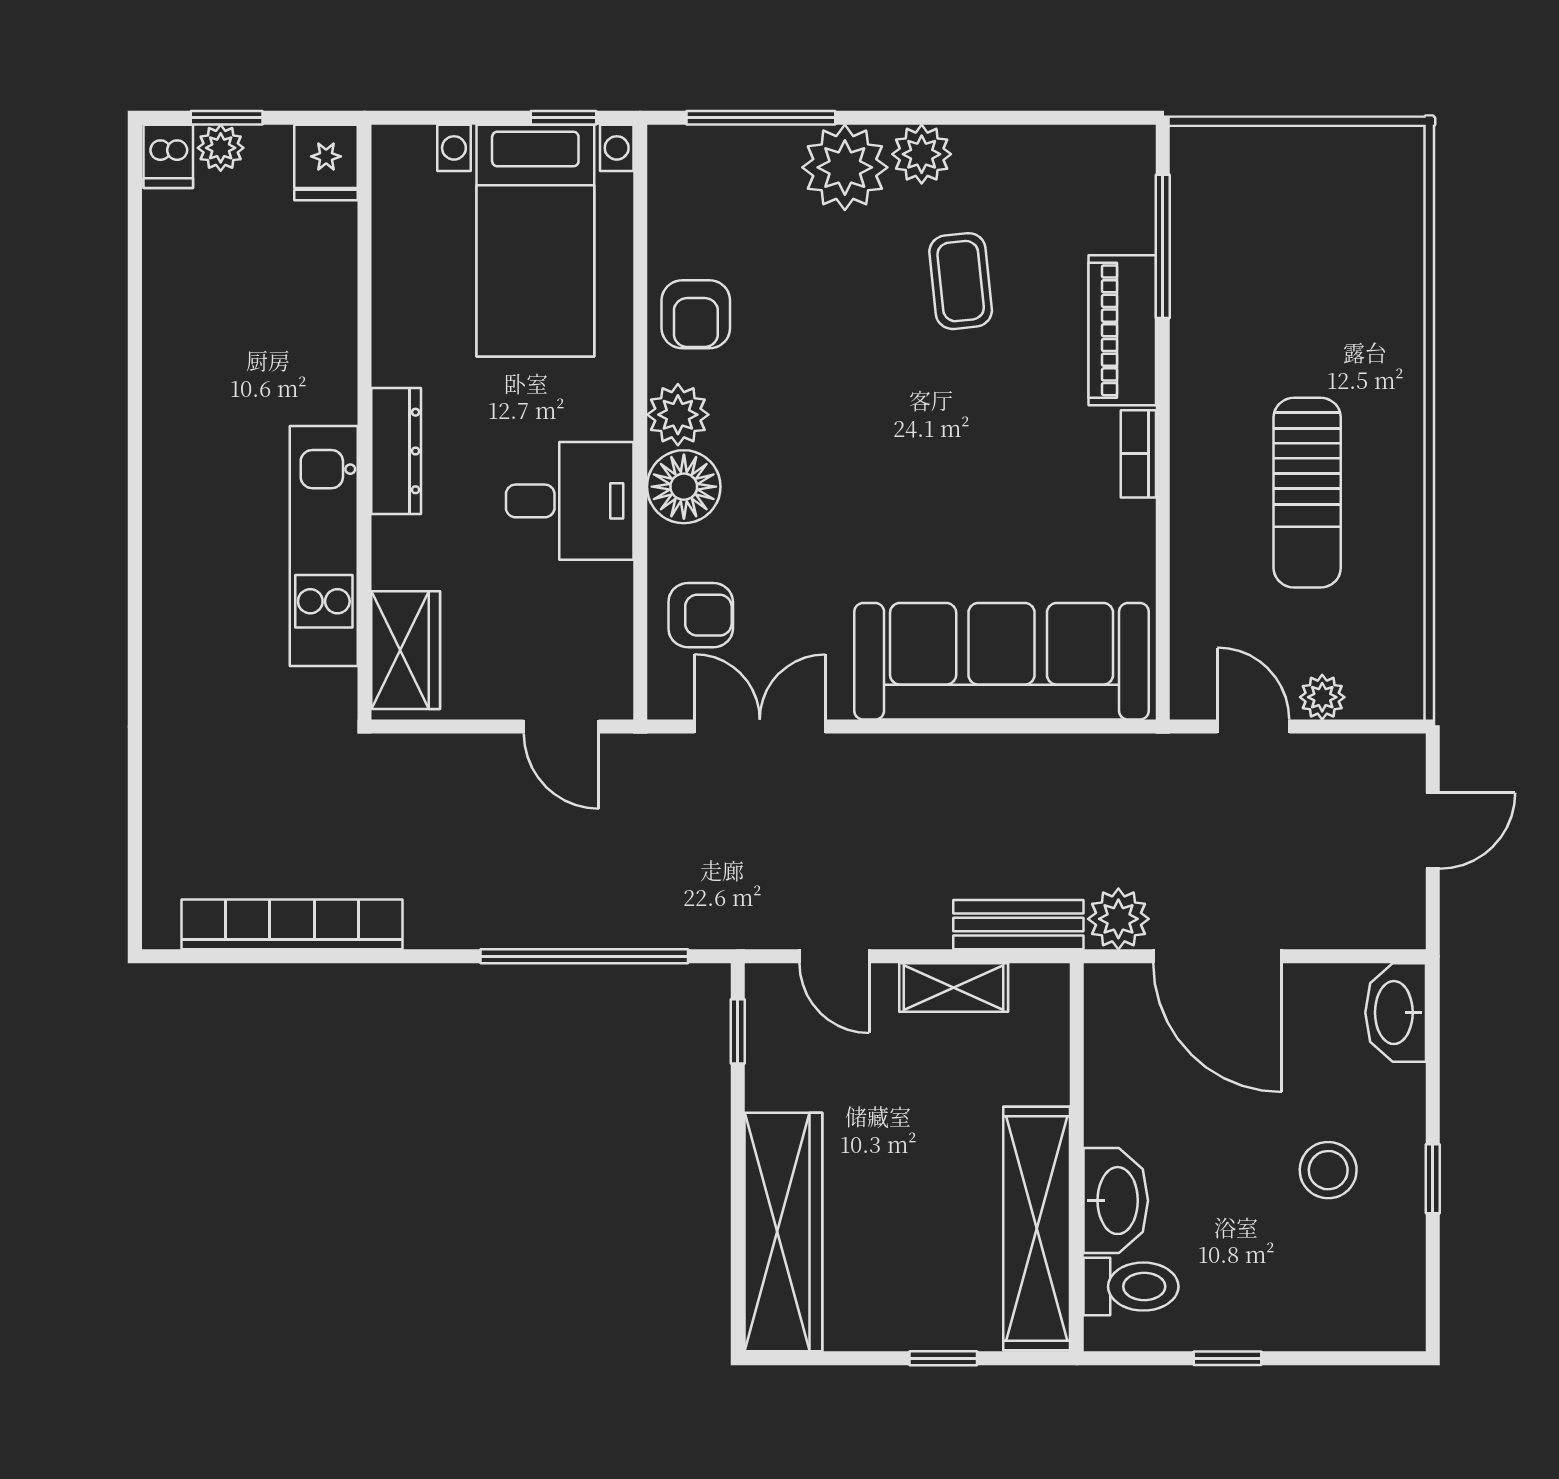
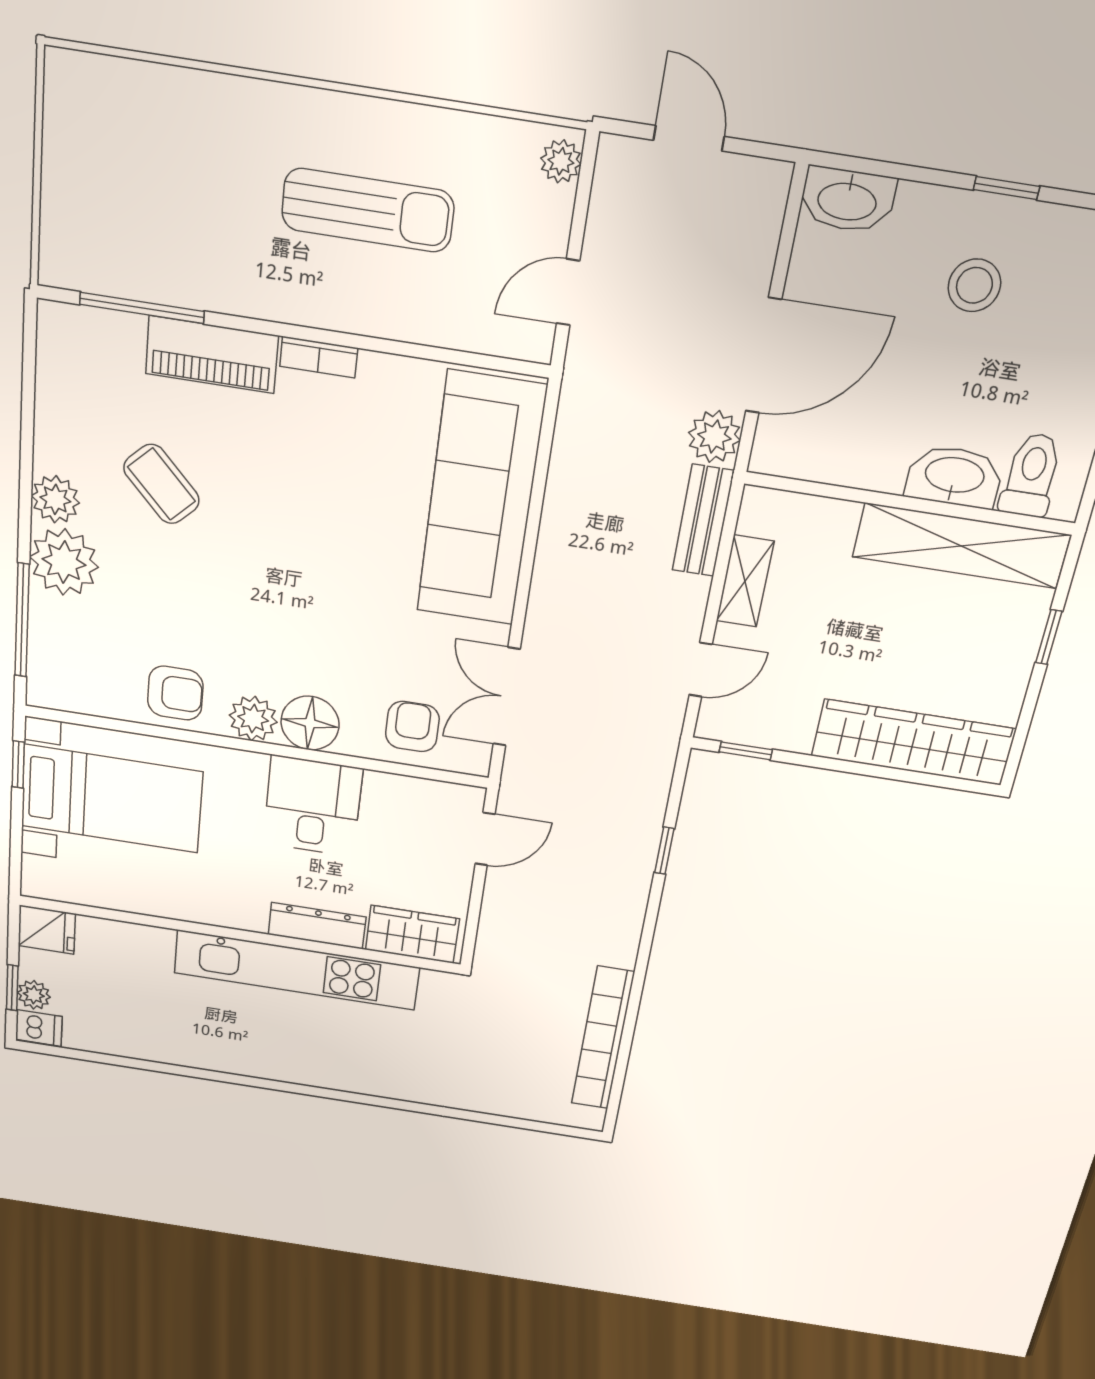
coffee table: (961, 281) -> (161, 484), turned 52
dresser: (396, 451) -> (317, 926), moved
kitchen unit: (324, 546) -> (296, 970), width x1.36
plant: (1322, 697) -> (561, 161), moved
window: (584, 956) -> (664, 851), width x0.32

